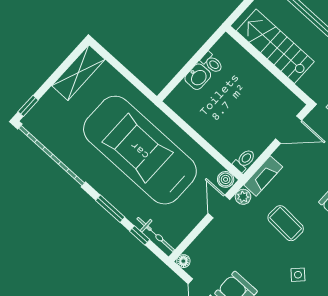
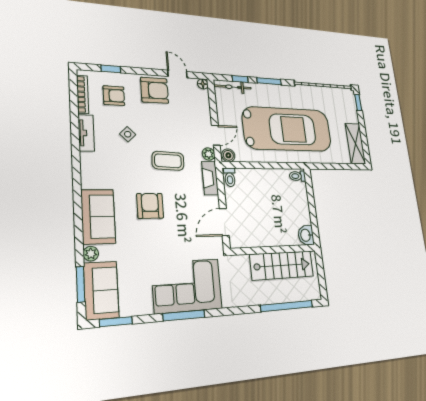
toilet: (212, 63) -> (297, 176), moved
washbasin: (198, 77) -> (306, 235), moved
door: (219, 206) -> (216, 135), hinge flipped

